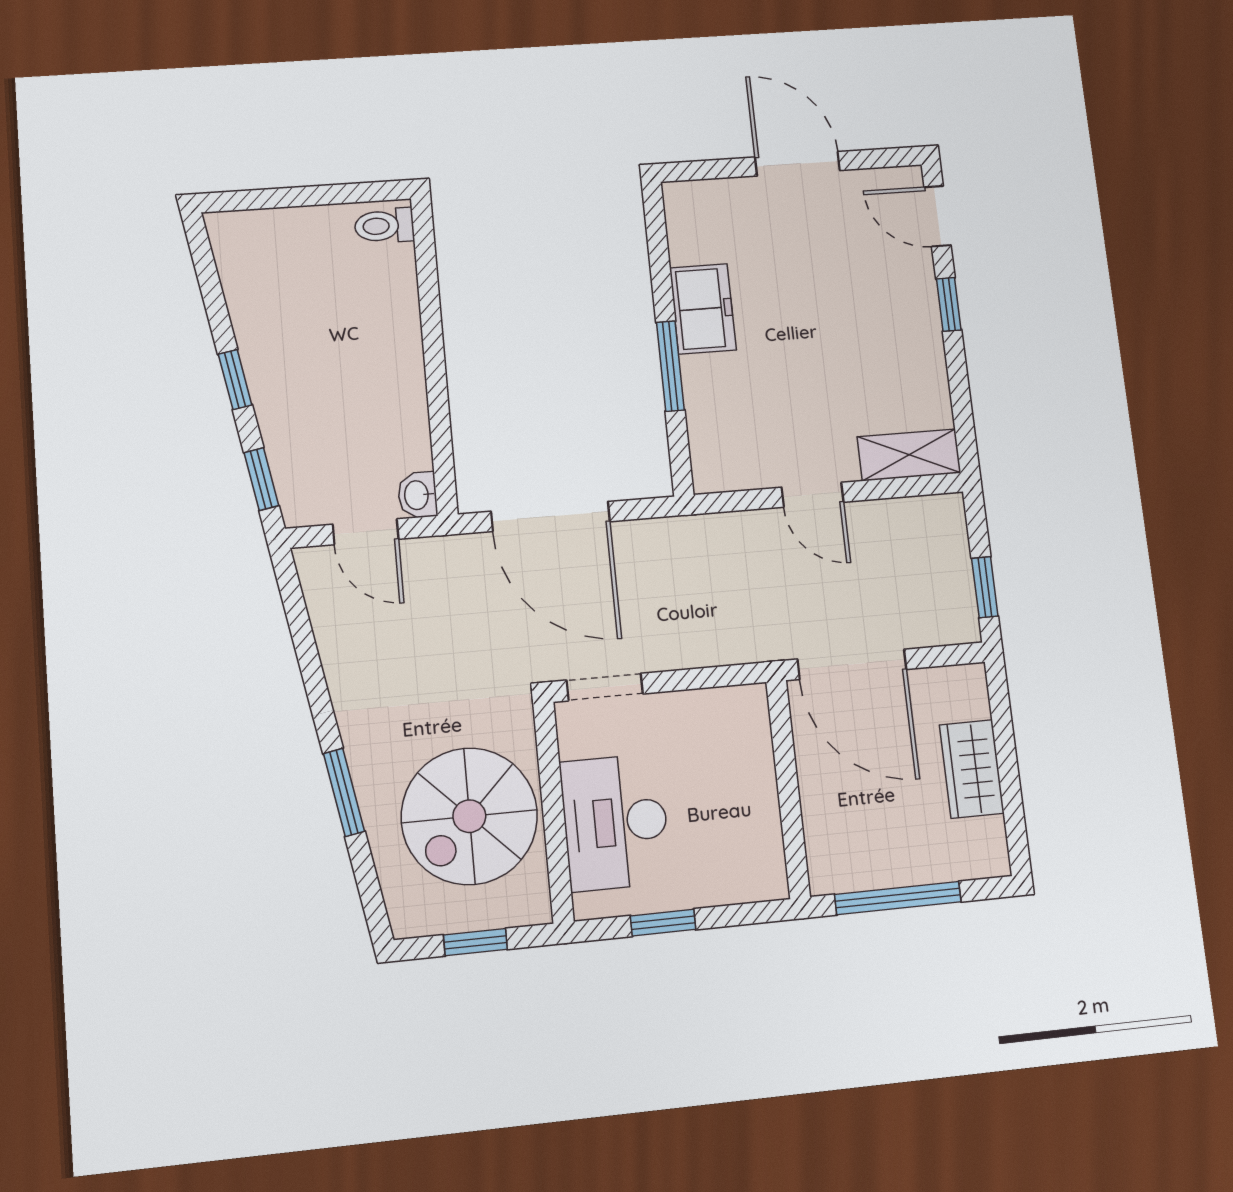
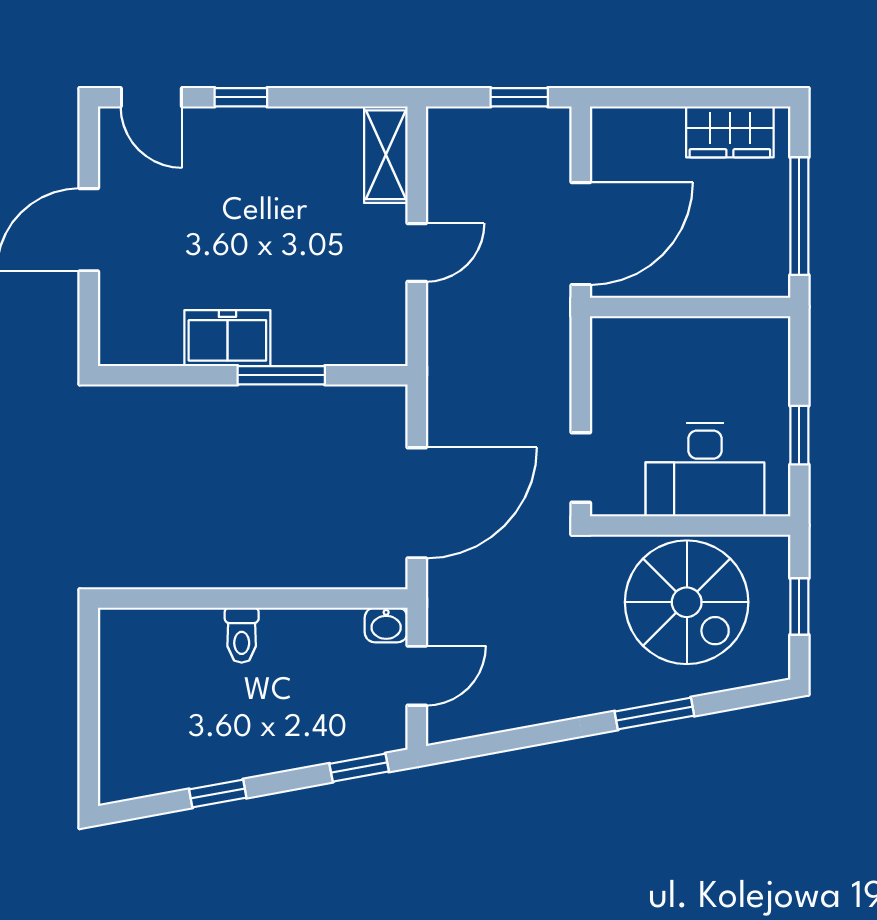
door: (937, 216) -> (151, 97), hinge flipped
toilet: (384, 226) -> (242, 635), moved
window: (235, 380) -> (218, 794), moved
wardrobe: (972, 769) -> (730, 132), moved

